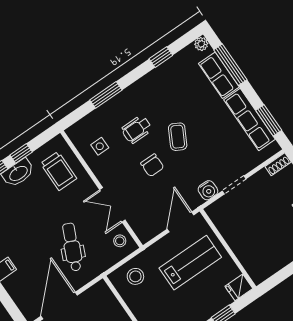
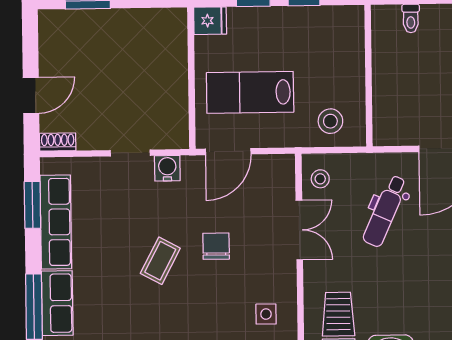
wheelchair: (137, 129) -> (205, 304), removed

